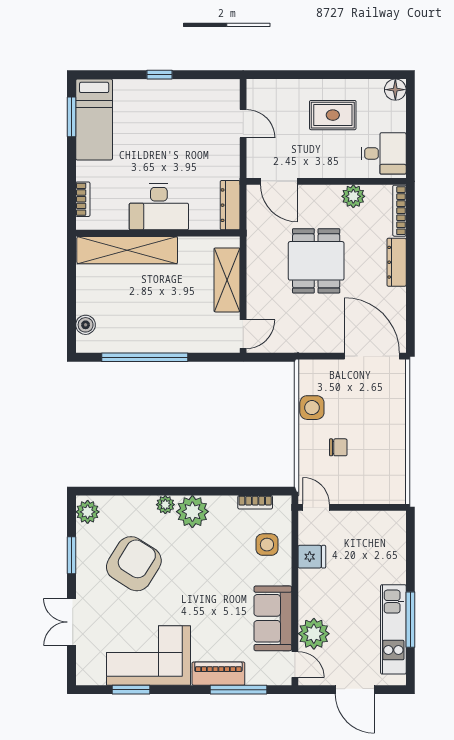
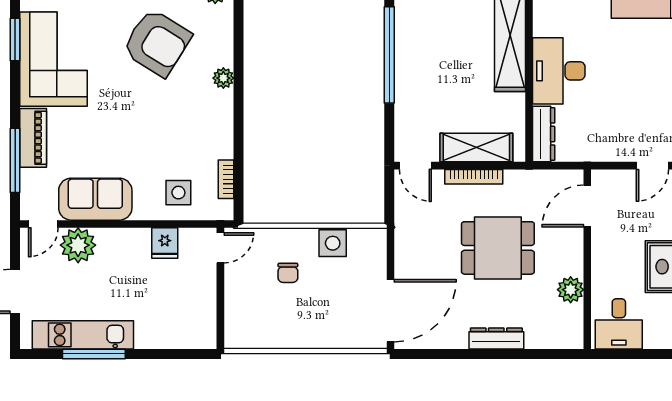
dresser: (230, 205) -> (544, 134), moved, turned 90
bookcase: (399, 211) -> (474, 177), moved, turned 180
plant: (192, 512) -> (216, 109), removed

